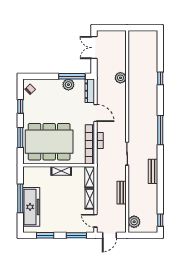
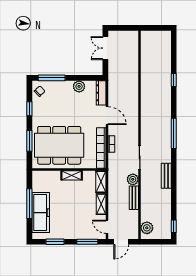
window: (72, 76) -> (52, 78), moved
plant: (120, 78) -> (133, 179), moved

